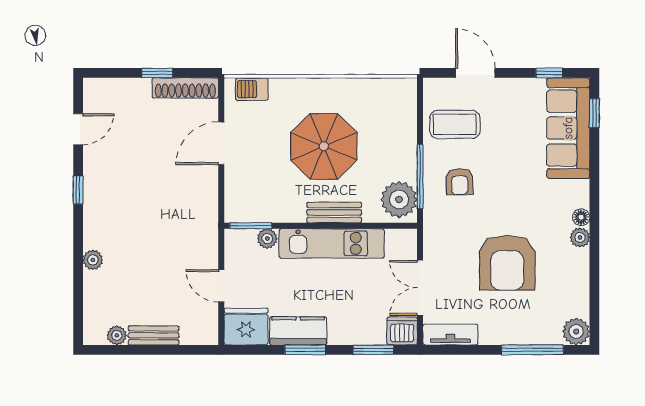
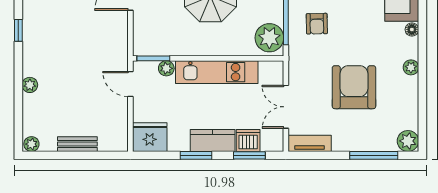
bench: (334, 212) -> (219, 48), removed
floor lamp: (581, 217) -> (412, 30), moved
armchair: (507, 263) -> (354, 87), turned 180
door: (221, 286) -> (130, 84), moved
kitchen counter: (298, 331) -> (213, 140), moved
dishwasher: (402, 331) -> (248, 141), moved
plant: (117, 335) -> (31, 144), moved

